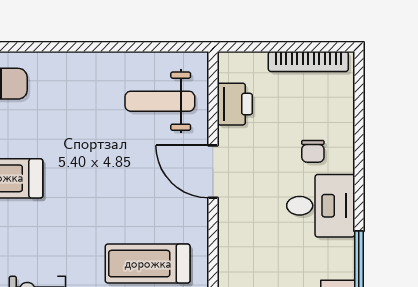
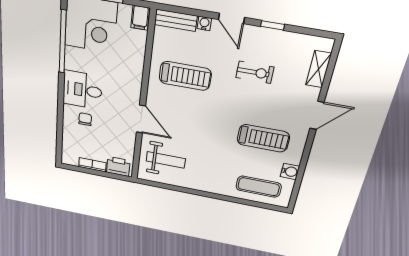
bookcase: (308, 61) -> (92, 165), width x0.64
printer: (235, 104) -> (118, 166), moved, turned 90

